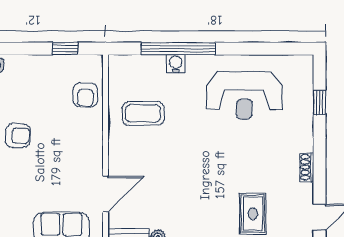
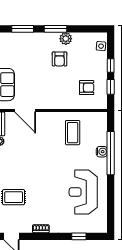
window: (29, 49) -> (111, 65), added
armchair: (85, 95) -> (87, 88), moved, turned 180

